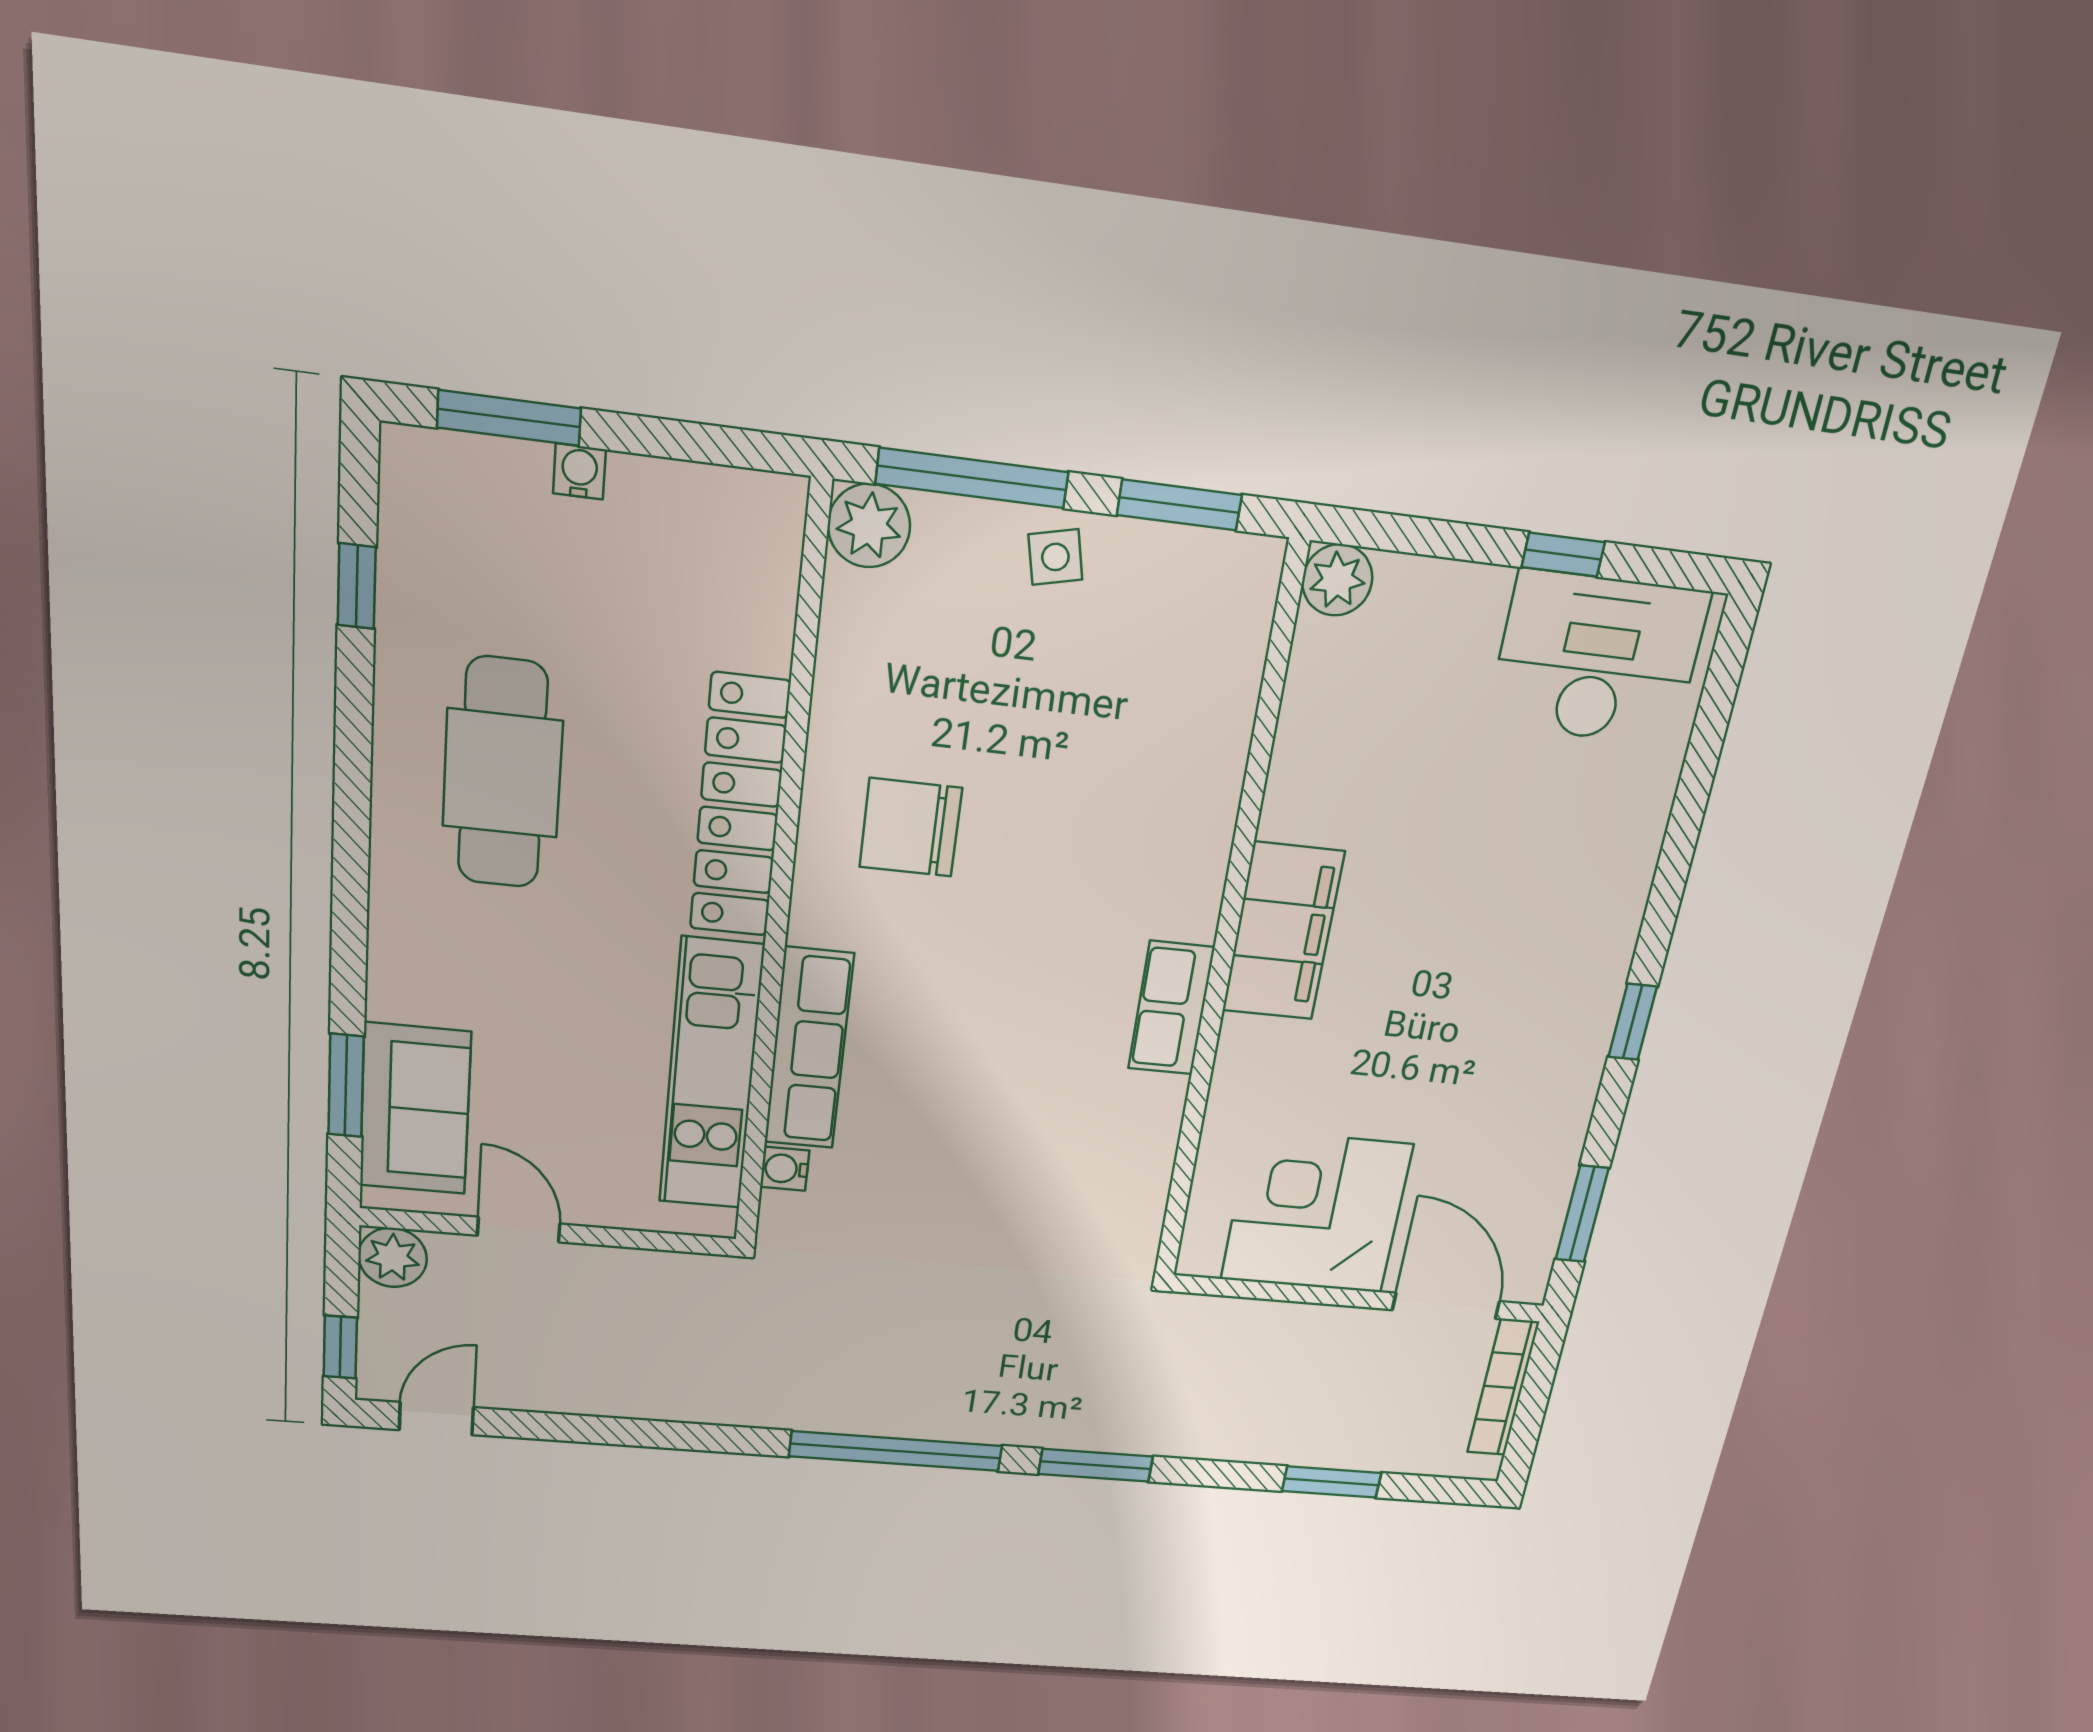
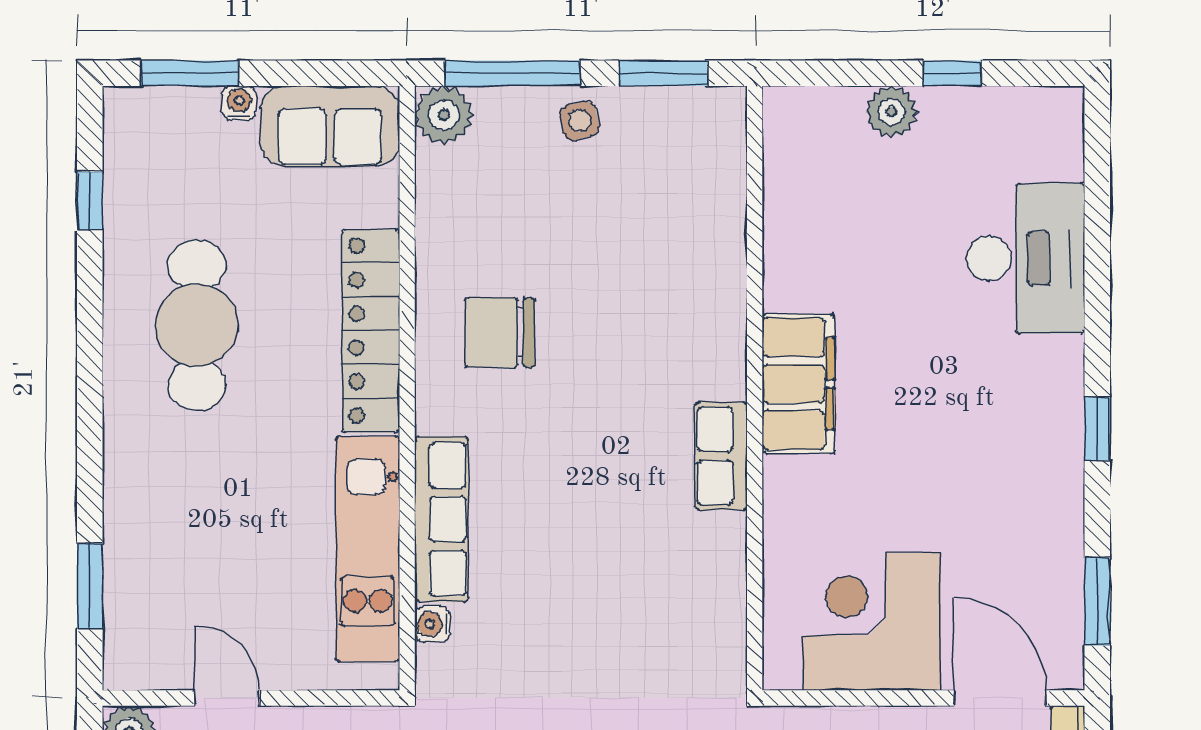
plant: (1337, 580) -> (892, 112), moved
desk: (1598, 658) -> (1025, 258), moved, turned 90
sofa: (415, 1109) -> (330, 126), moved, turned 90

